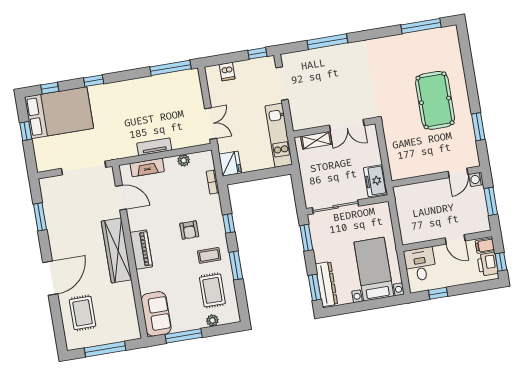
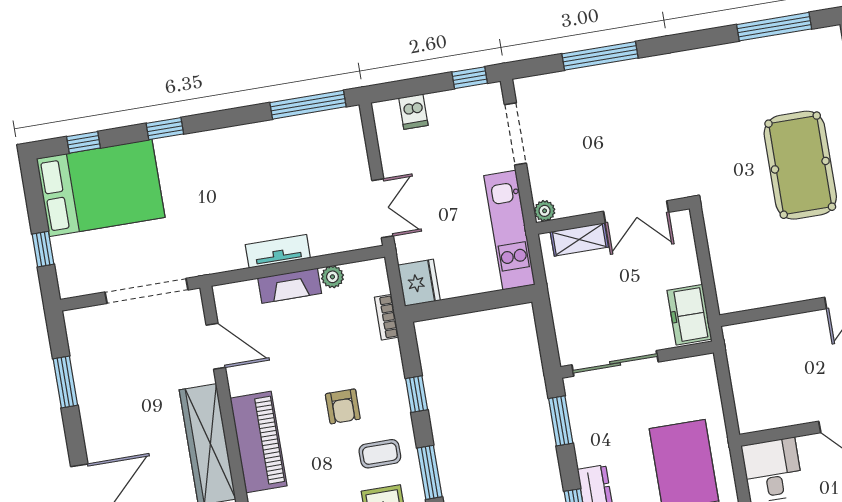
plant: (298, 125) -> (545, 211), added
window: (26, 131) -> (43, 249), moved
fireplace: (147, 167) -> (290, 286), moved
piano: (141, 250) -> (259, 442), width x1.37, depth x1.33

